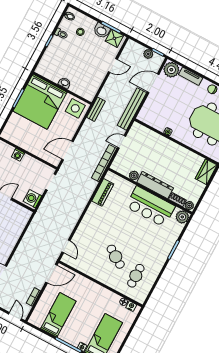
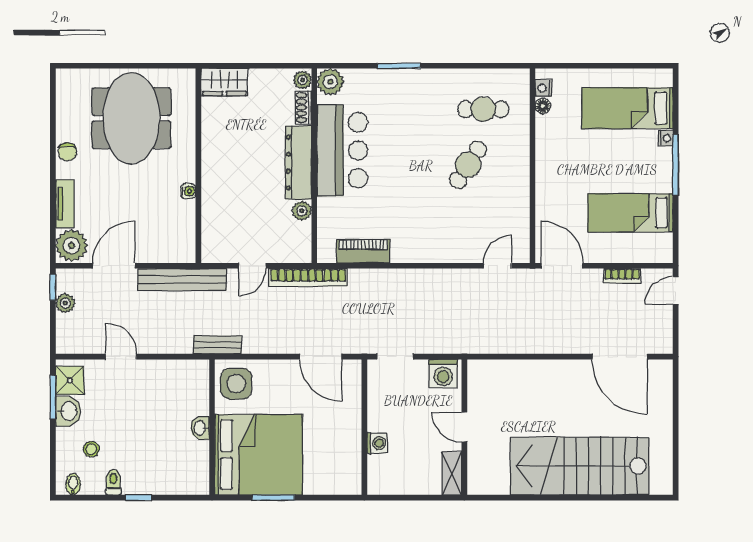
door: (153, 83) -> (114, 266), swing flipped
door: (122, 142) -> (252, 266), hinge flipped

